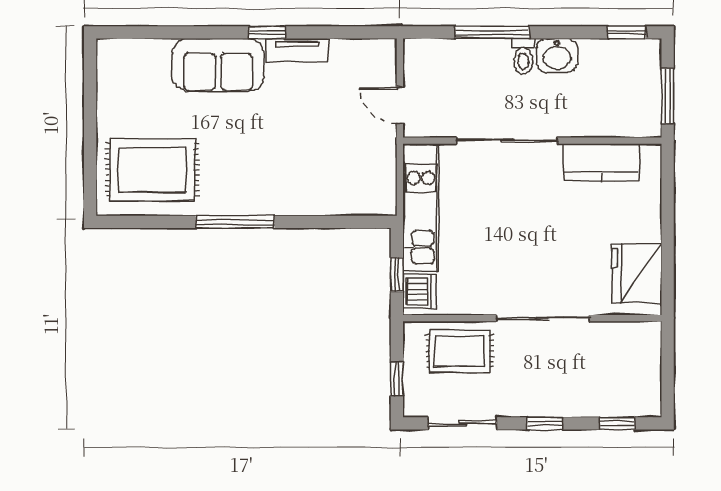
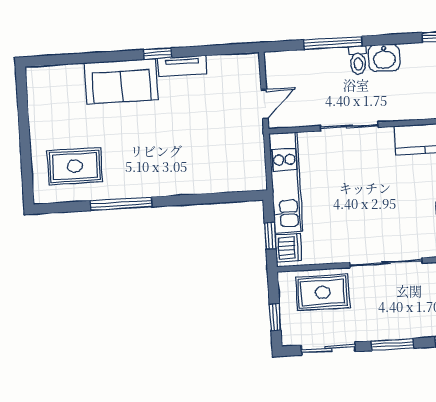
door: (400, 105) -> (265, 104), swing flipped
sliding door: (507, 141) -> (349, 126), width x0.73
rug: (152, 170) -> (75, 166), width x0.73, depth x0.70
window: (235, 222) -> (121, 204), moved
window: (545, 423) -> (392, 345), width x1.50

